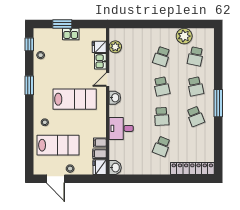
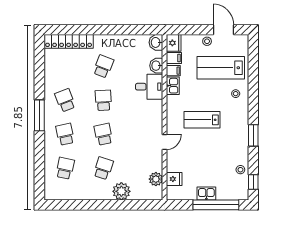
window: (62, 24) -> (216, 205), width x2.11
plant: (184, 36) -> (121, 191), moved
kitchen sink: (100, 61) -> (173, 86), moved
washbasin: (115, 98) -> (156, 66), moved
lab bench: (75, 99) -> (202, 120), width x0.73, depth x0.72

